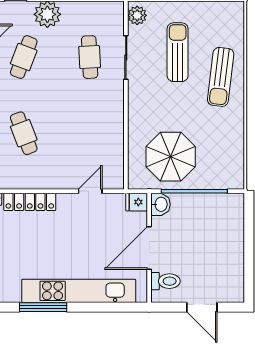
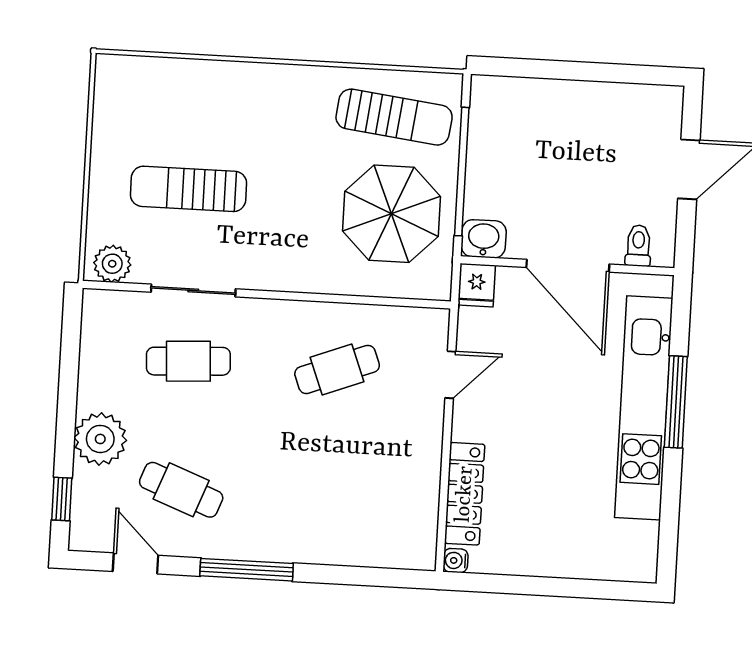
sun lounger: (221, 77) -> (394, 117), moved
cafe table: (24, 133) -> (337, 369), moved
door: (90, 191) -> (450, 375), swing flipped
toilet: (166, 281) -> (638, 246), width x0.73, depth x0.72
window: (43, 307) -> (676, 402), moved

